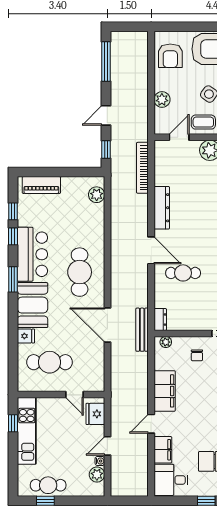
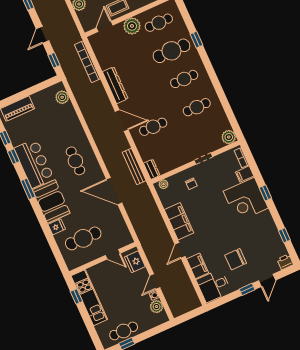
cafe table: (80, 272) -> (75, 161), width x0.73, depth x0.74
bench: (142, 330) -> (134, 166), moved

